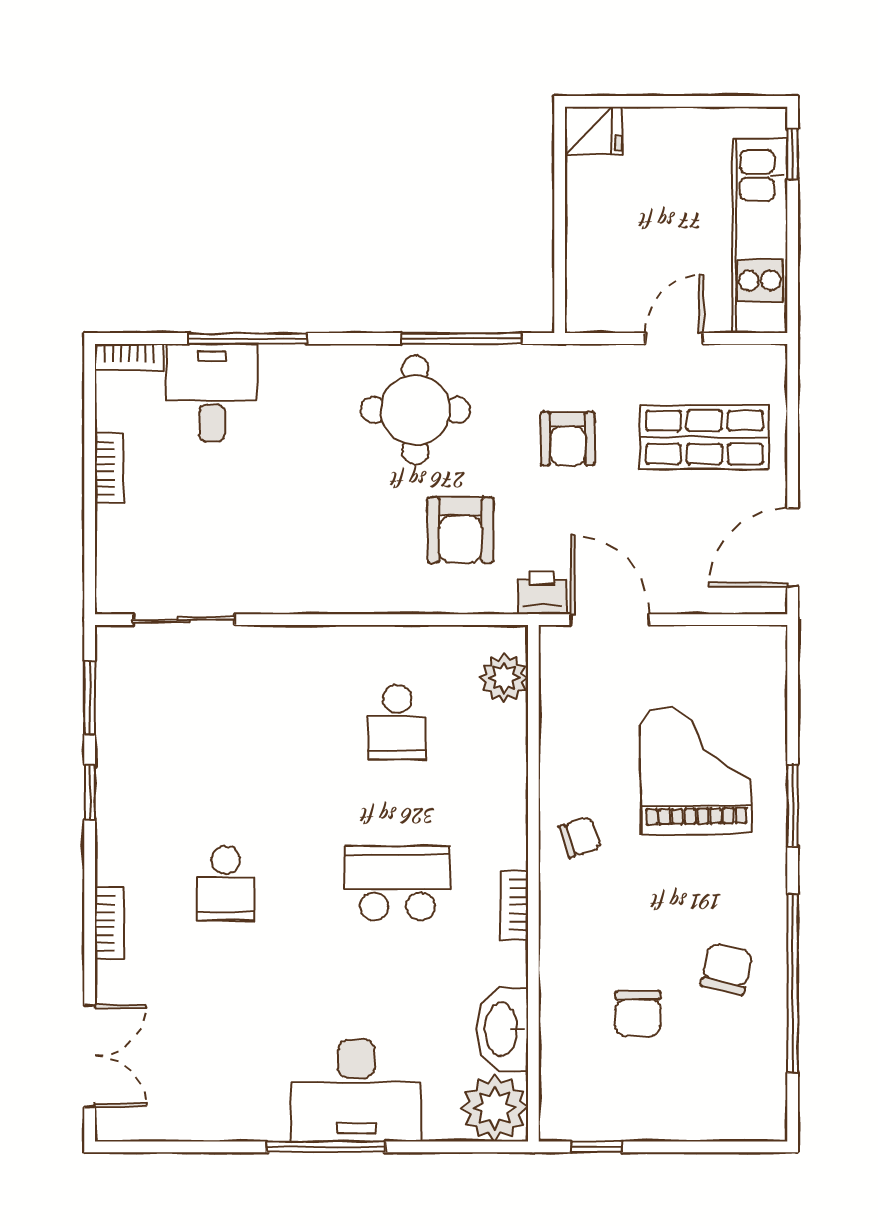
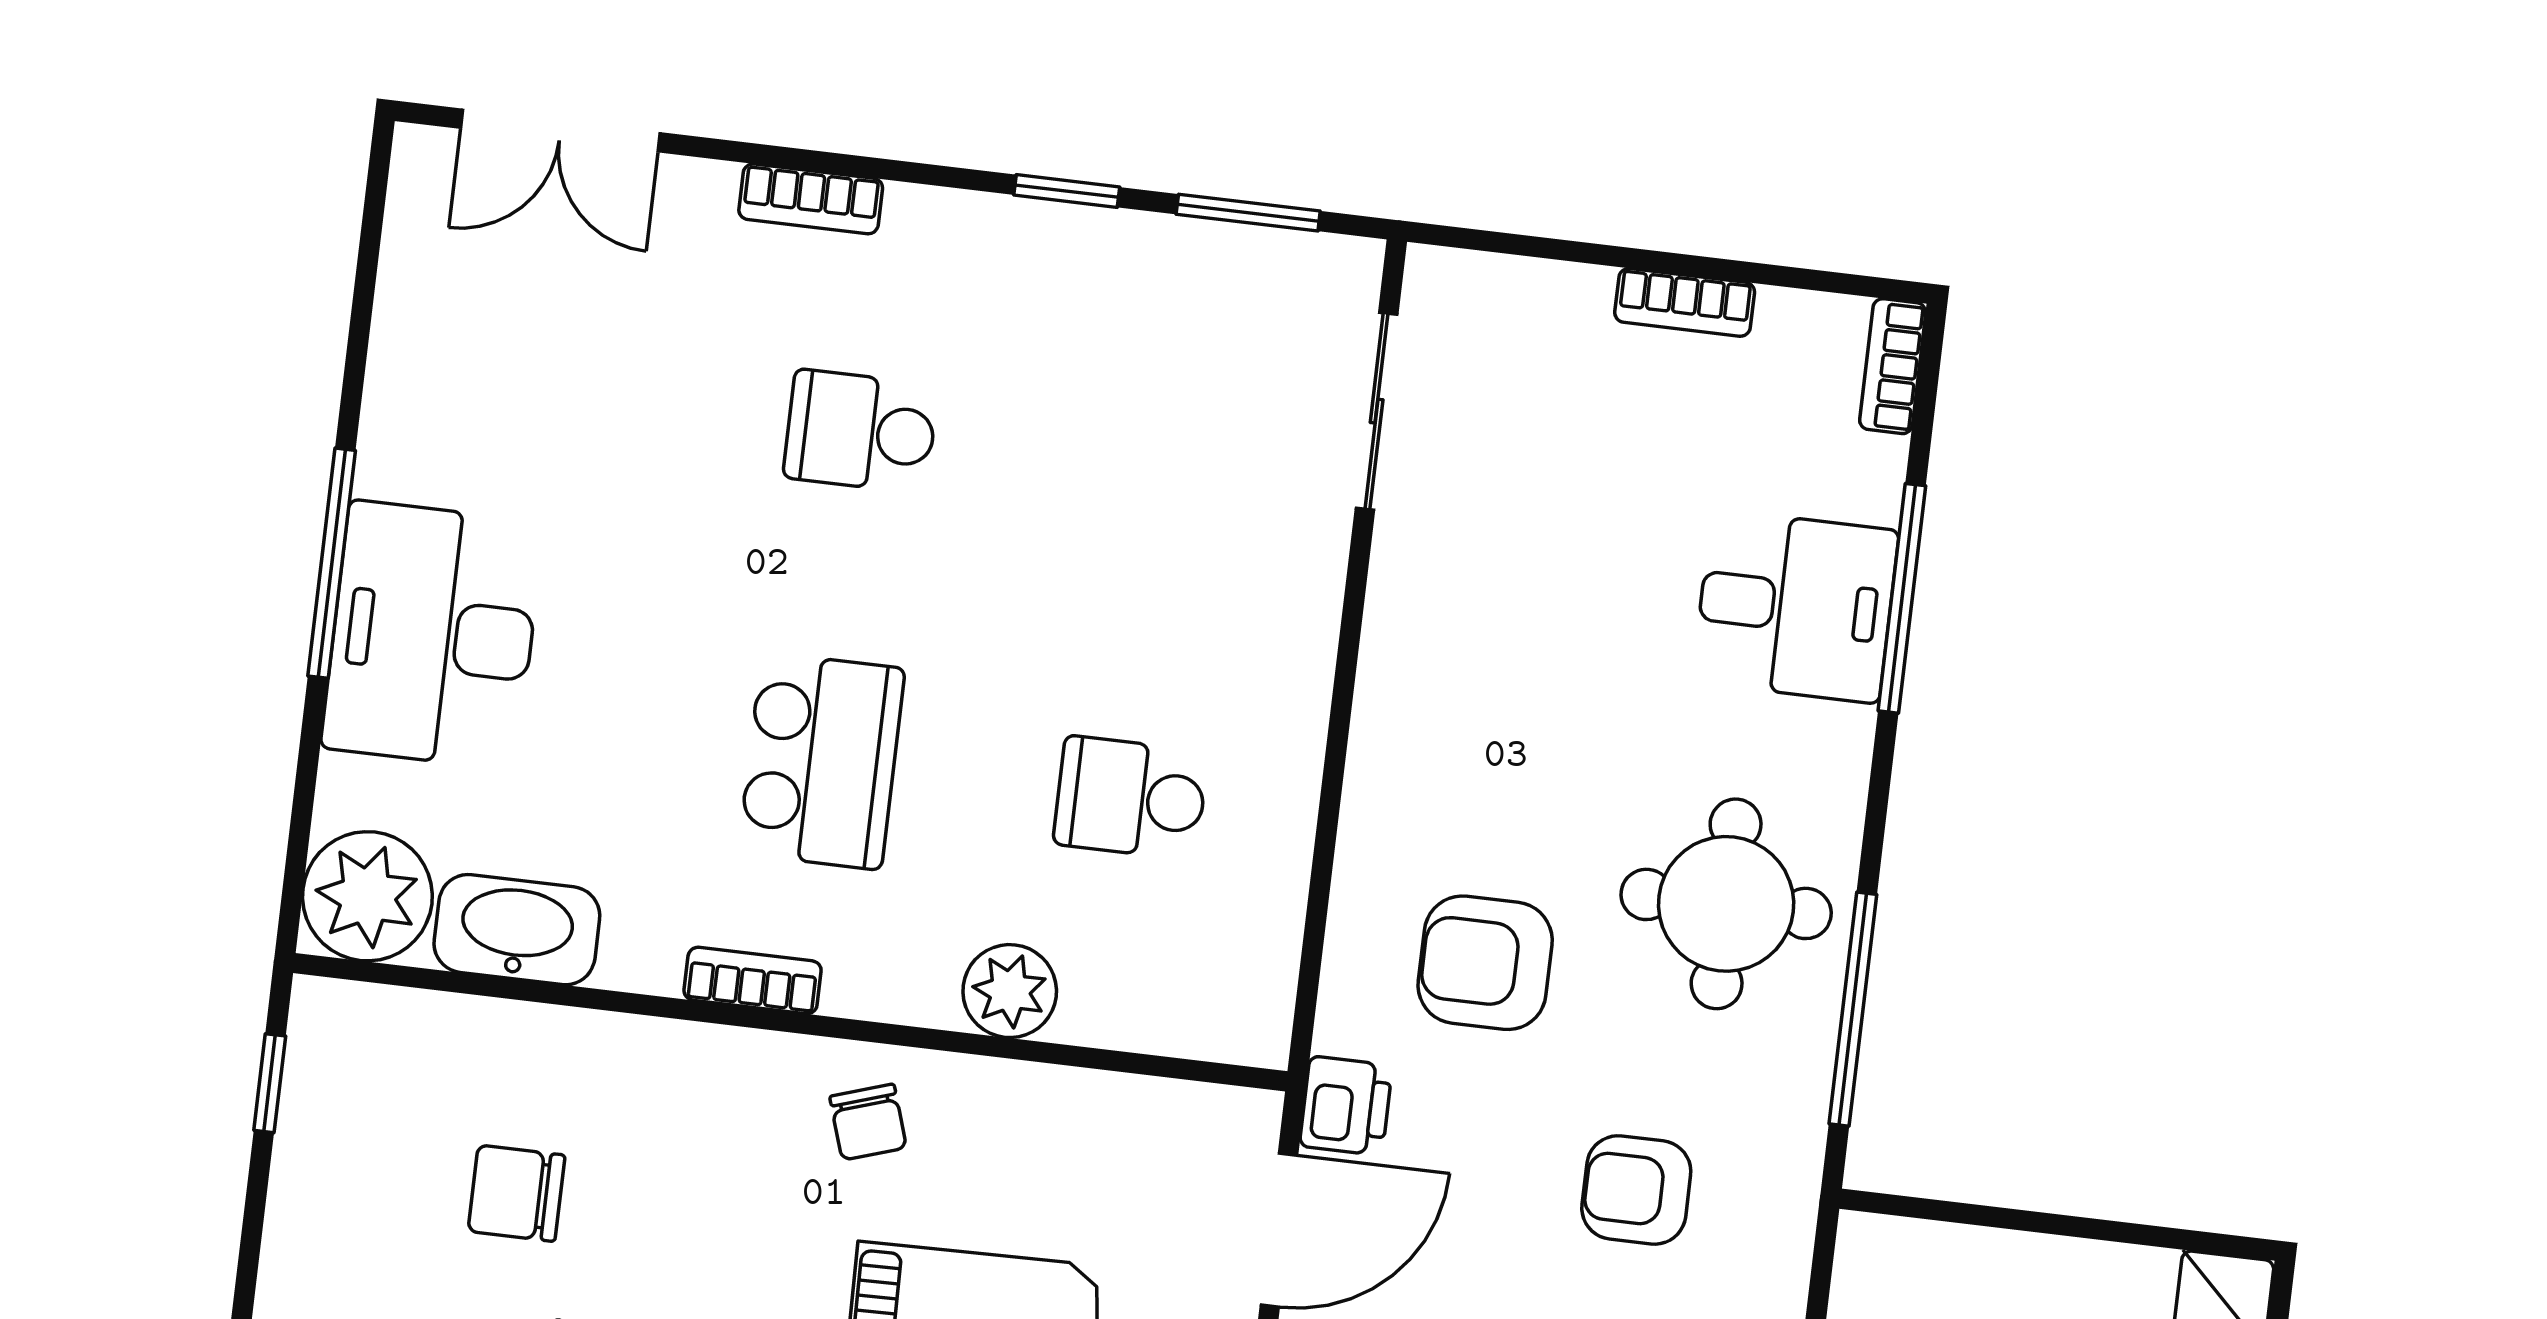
desk: (212, 393) -> (1795, 606), moved
plant: (504, 678) -> (1010, 991), moved

